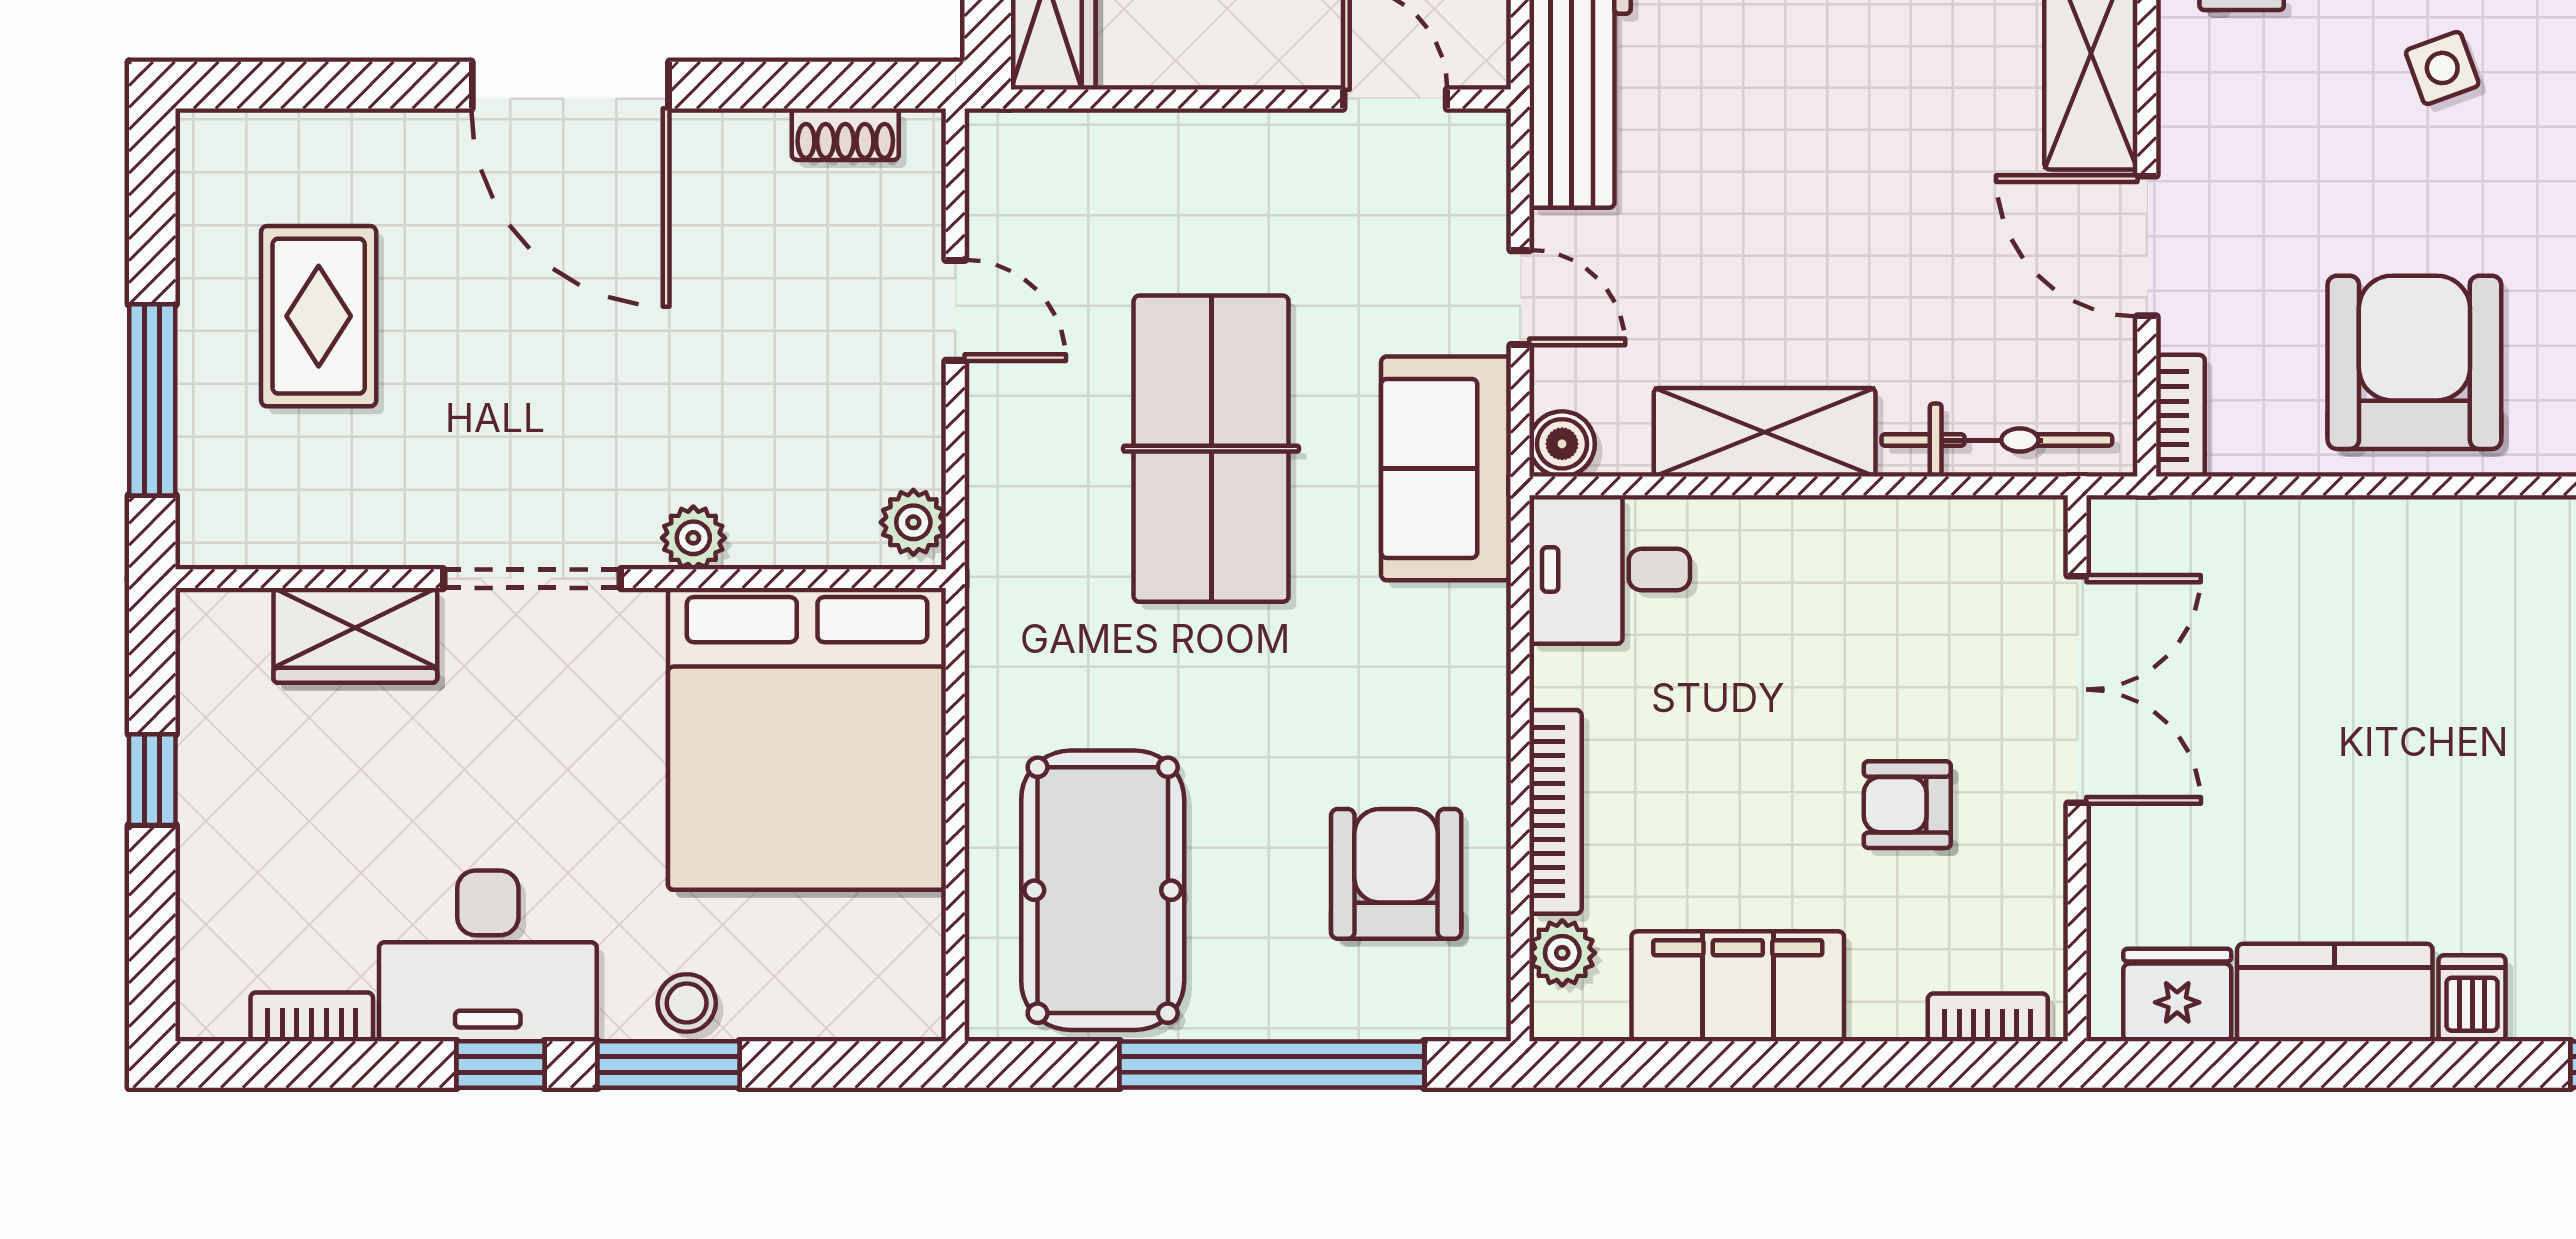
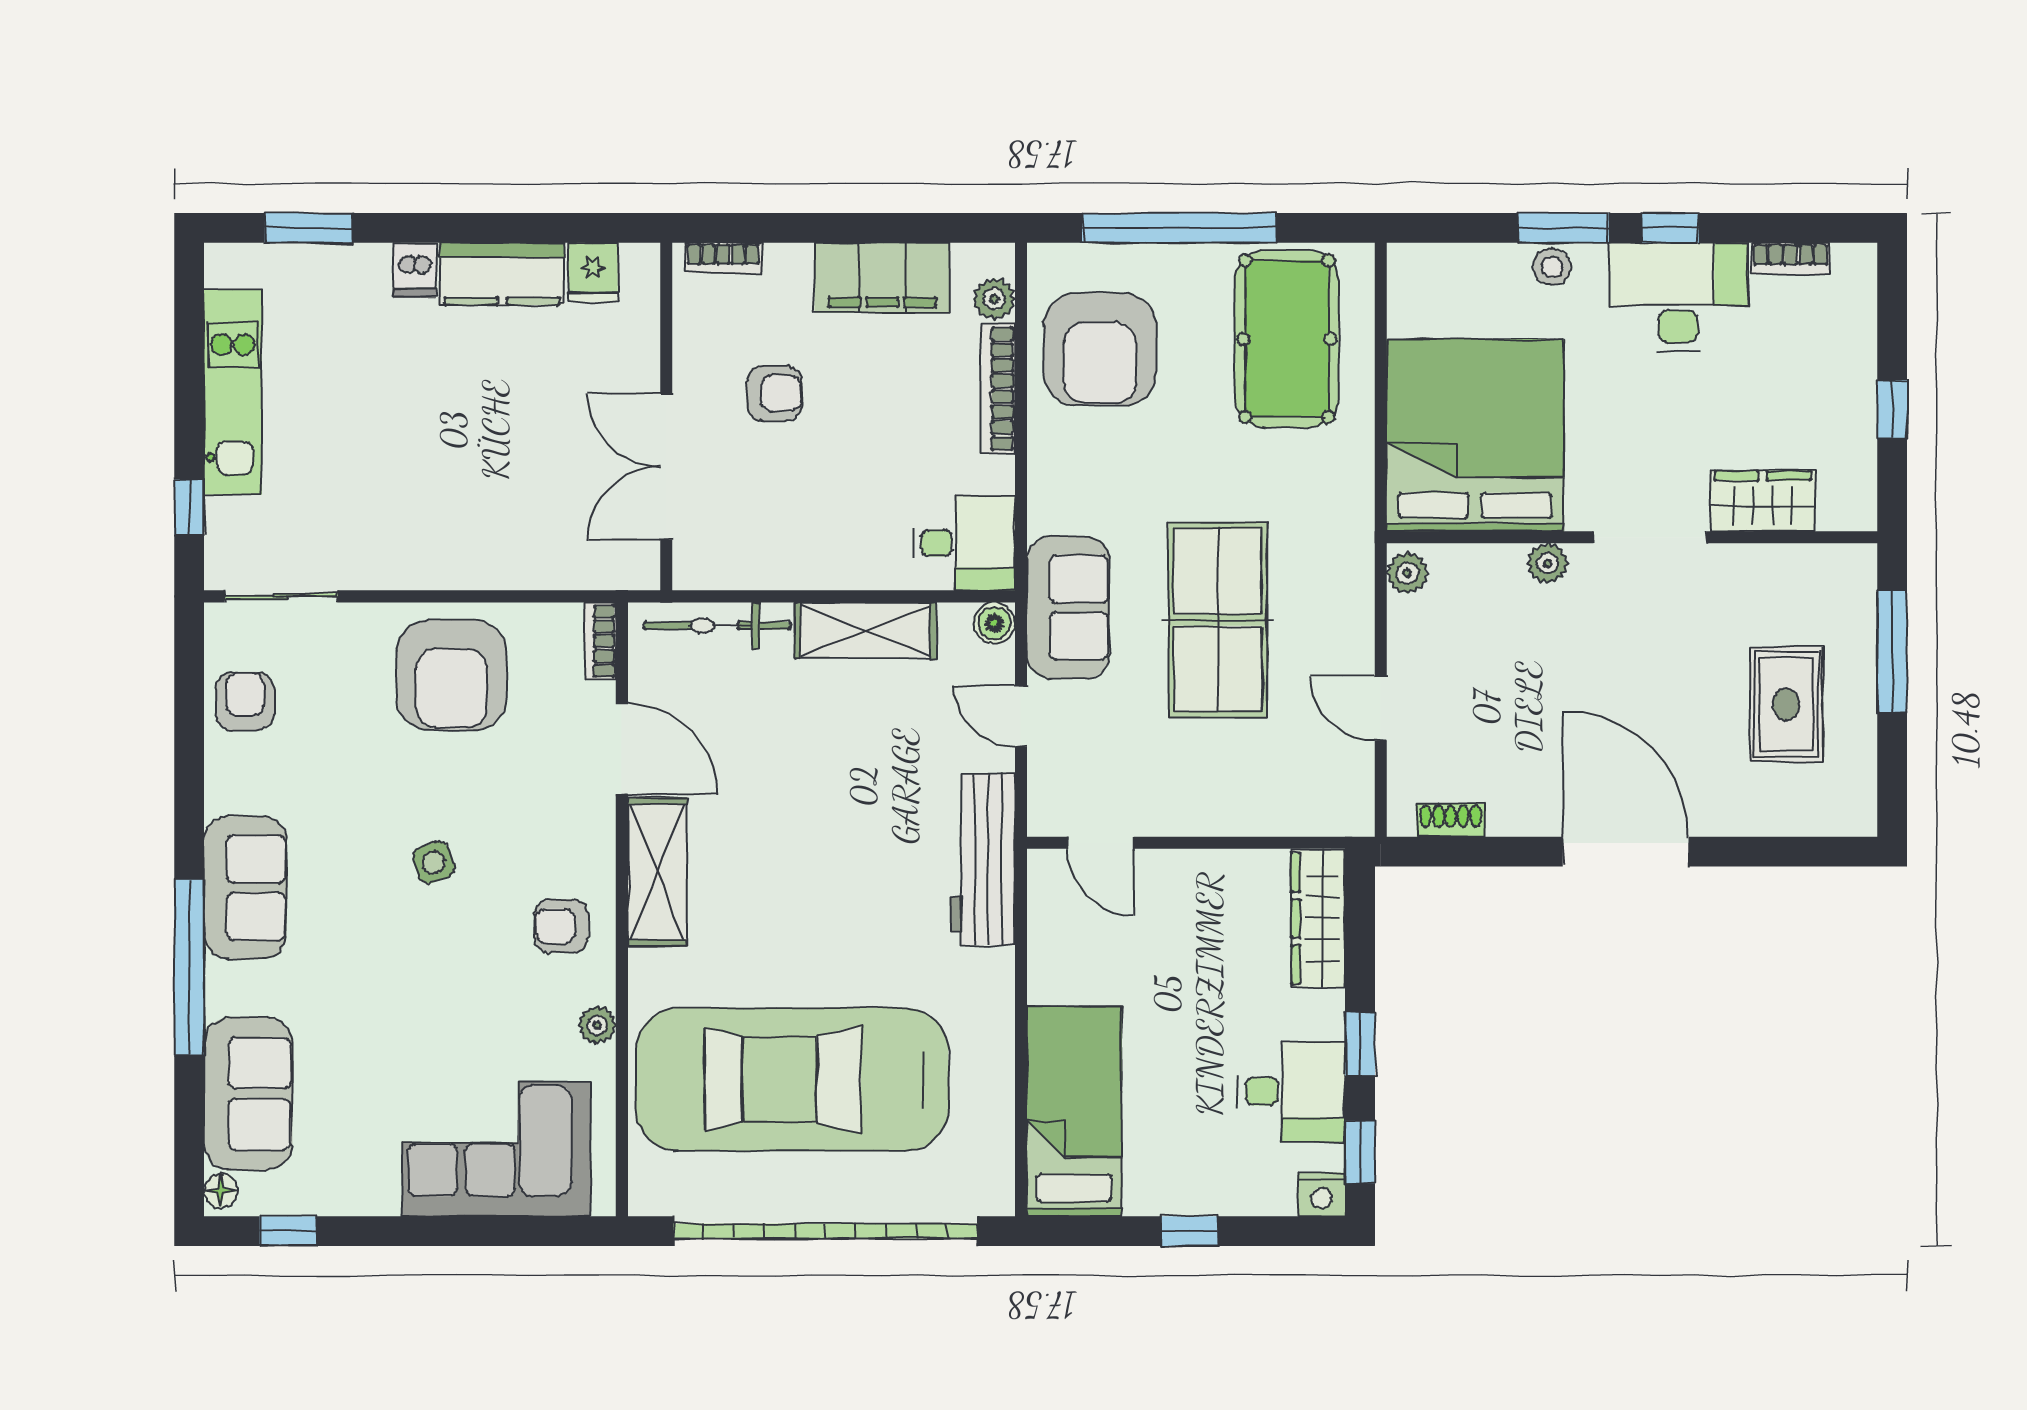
armchair: (1396, 874) -> (1100, 349), width x1.36, depth x1.36
fridge: (2177, 995) -> (593, 272), width x0.72

